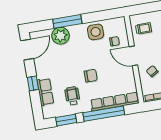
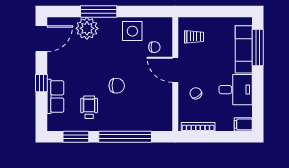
row of seats: (115, 102) -> (142, 124), removed

